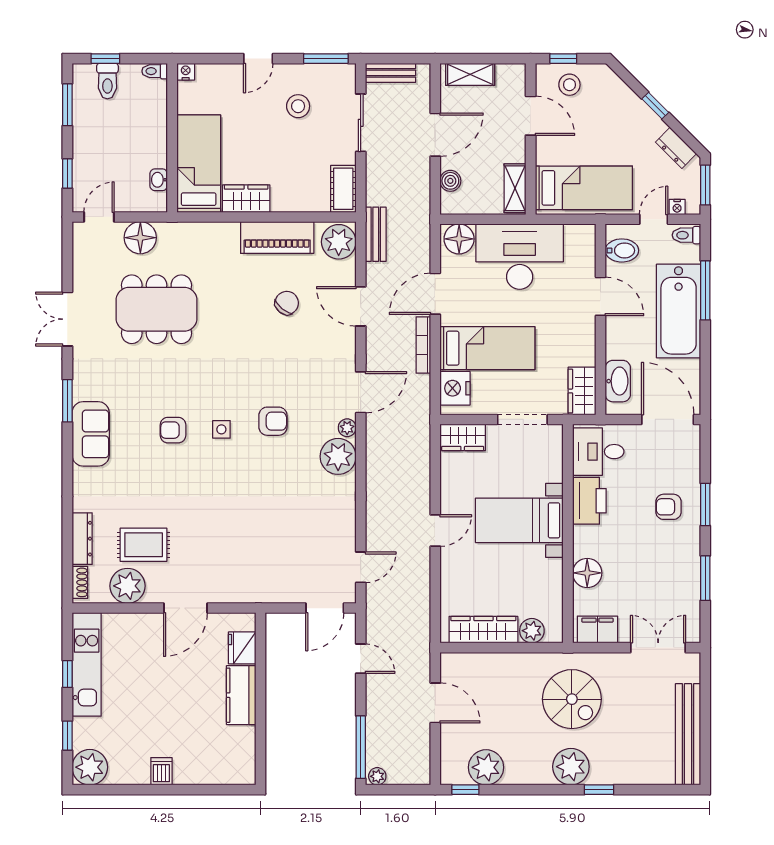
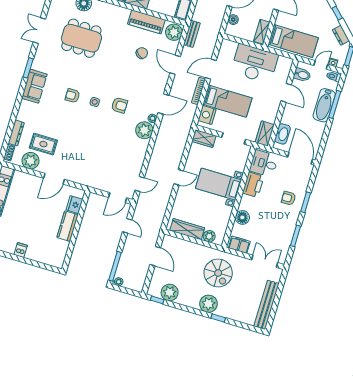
floor lamp: (459, 239) -> (229, 47), removed
bathtub: (679, 311) -> (324, 105), width x0.73, depth x0.73

